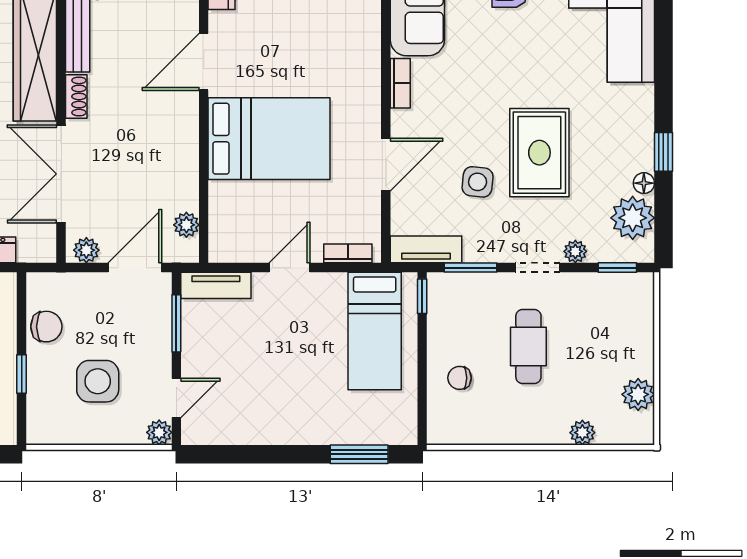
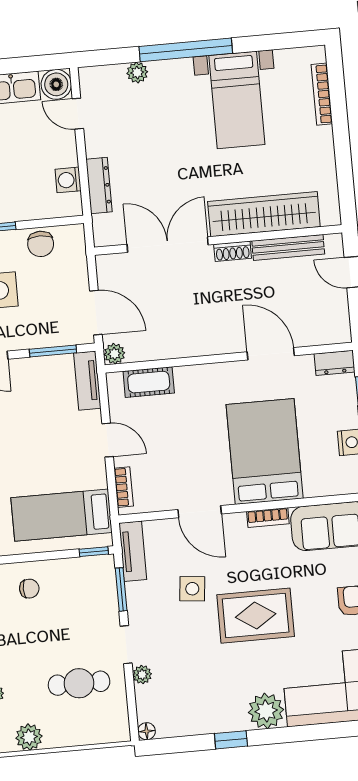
bed: (269, 139) -> (265, 451), moved, turned 180
rug: (539, 153) -> (256, 616), moved
floor lamp: (644, 183) -> (147, 731), moved
cot: (224, 212) -> (149, 382), added
plant: (633, 218) -> (266, 711), moved
plant: (186, 225) -> (114, 354), moved
plant: (86, 250) -> (107, 271), removed
window: (617, 268) -> (132, 710), removed
cafe table: (528, 346) -> (79, 683), moved
chair: (460, 378) -> (29, 589), turned 90

